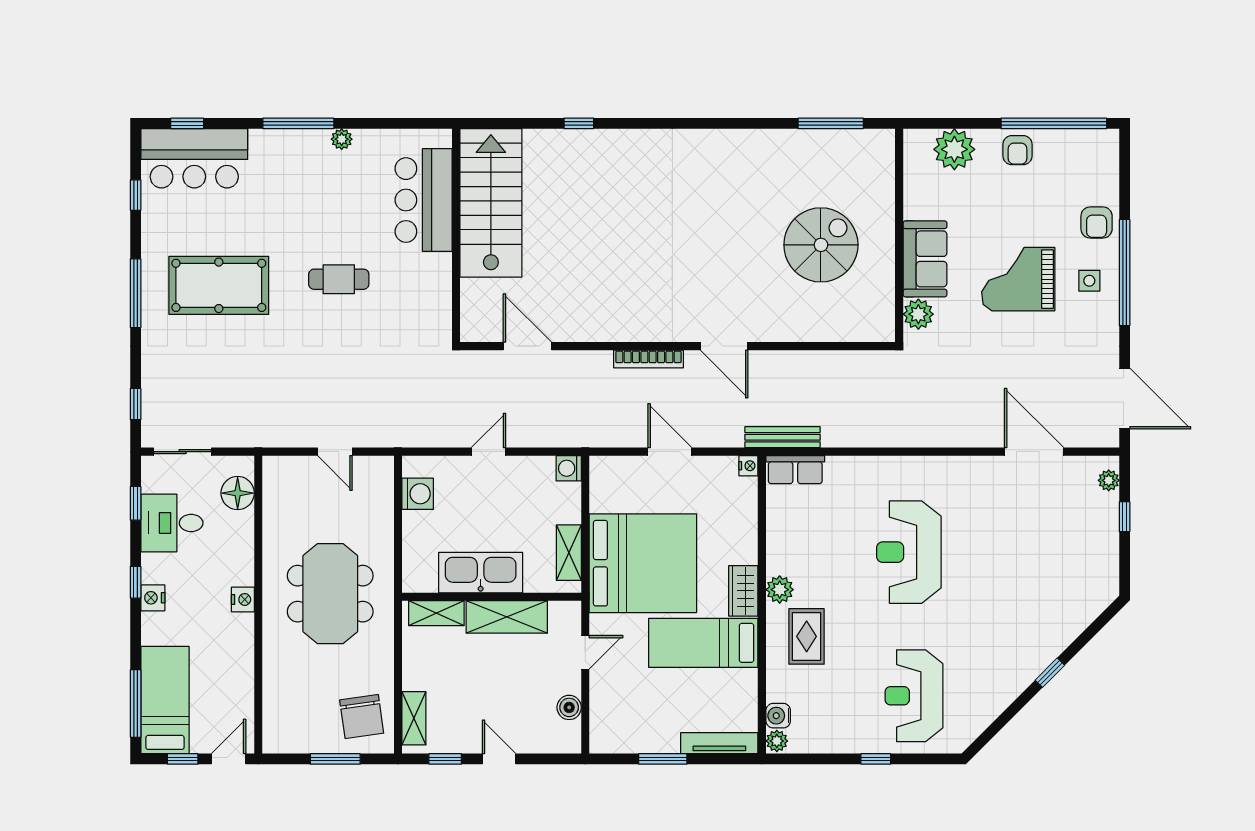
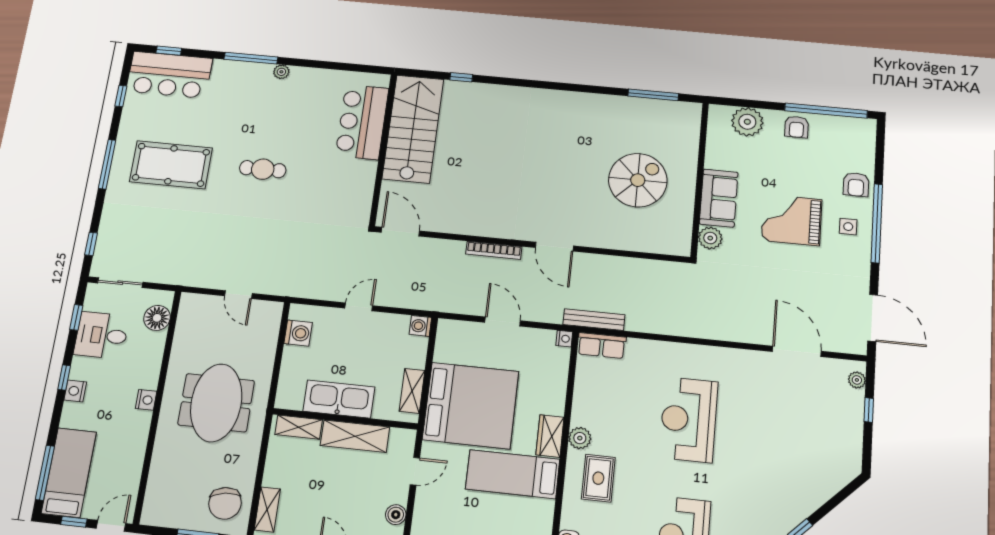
bar counter: (424, 200) -> (362, 122), moved
stairs: (491, 203) -> (413, 129), moved
wall: (456, 235) -> (383, 149), moved

